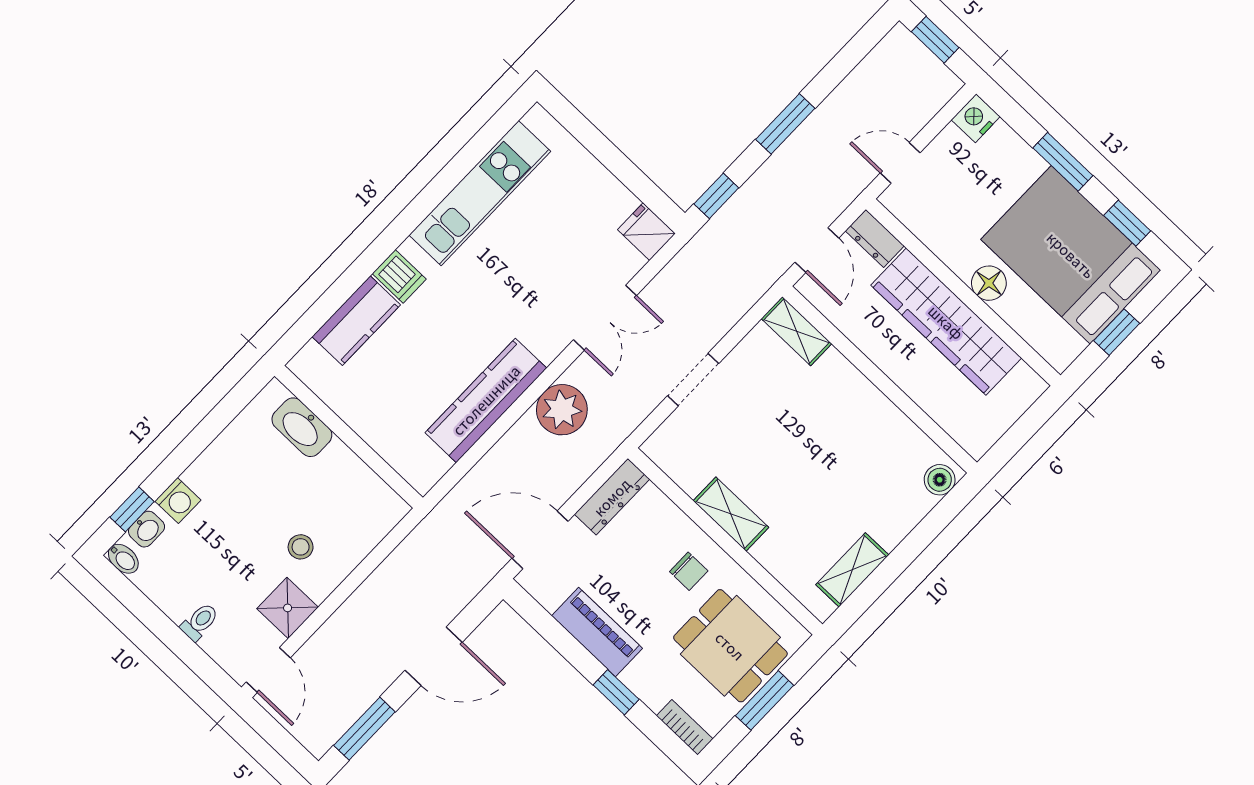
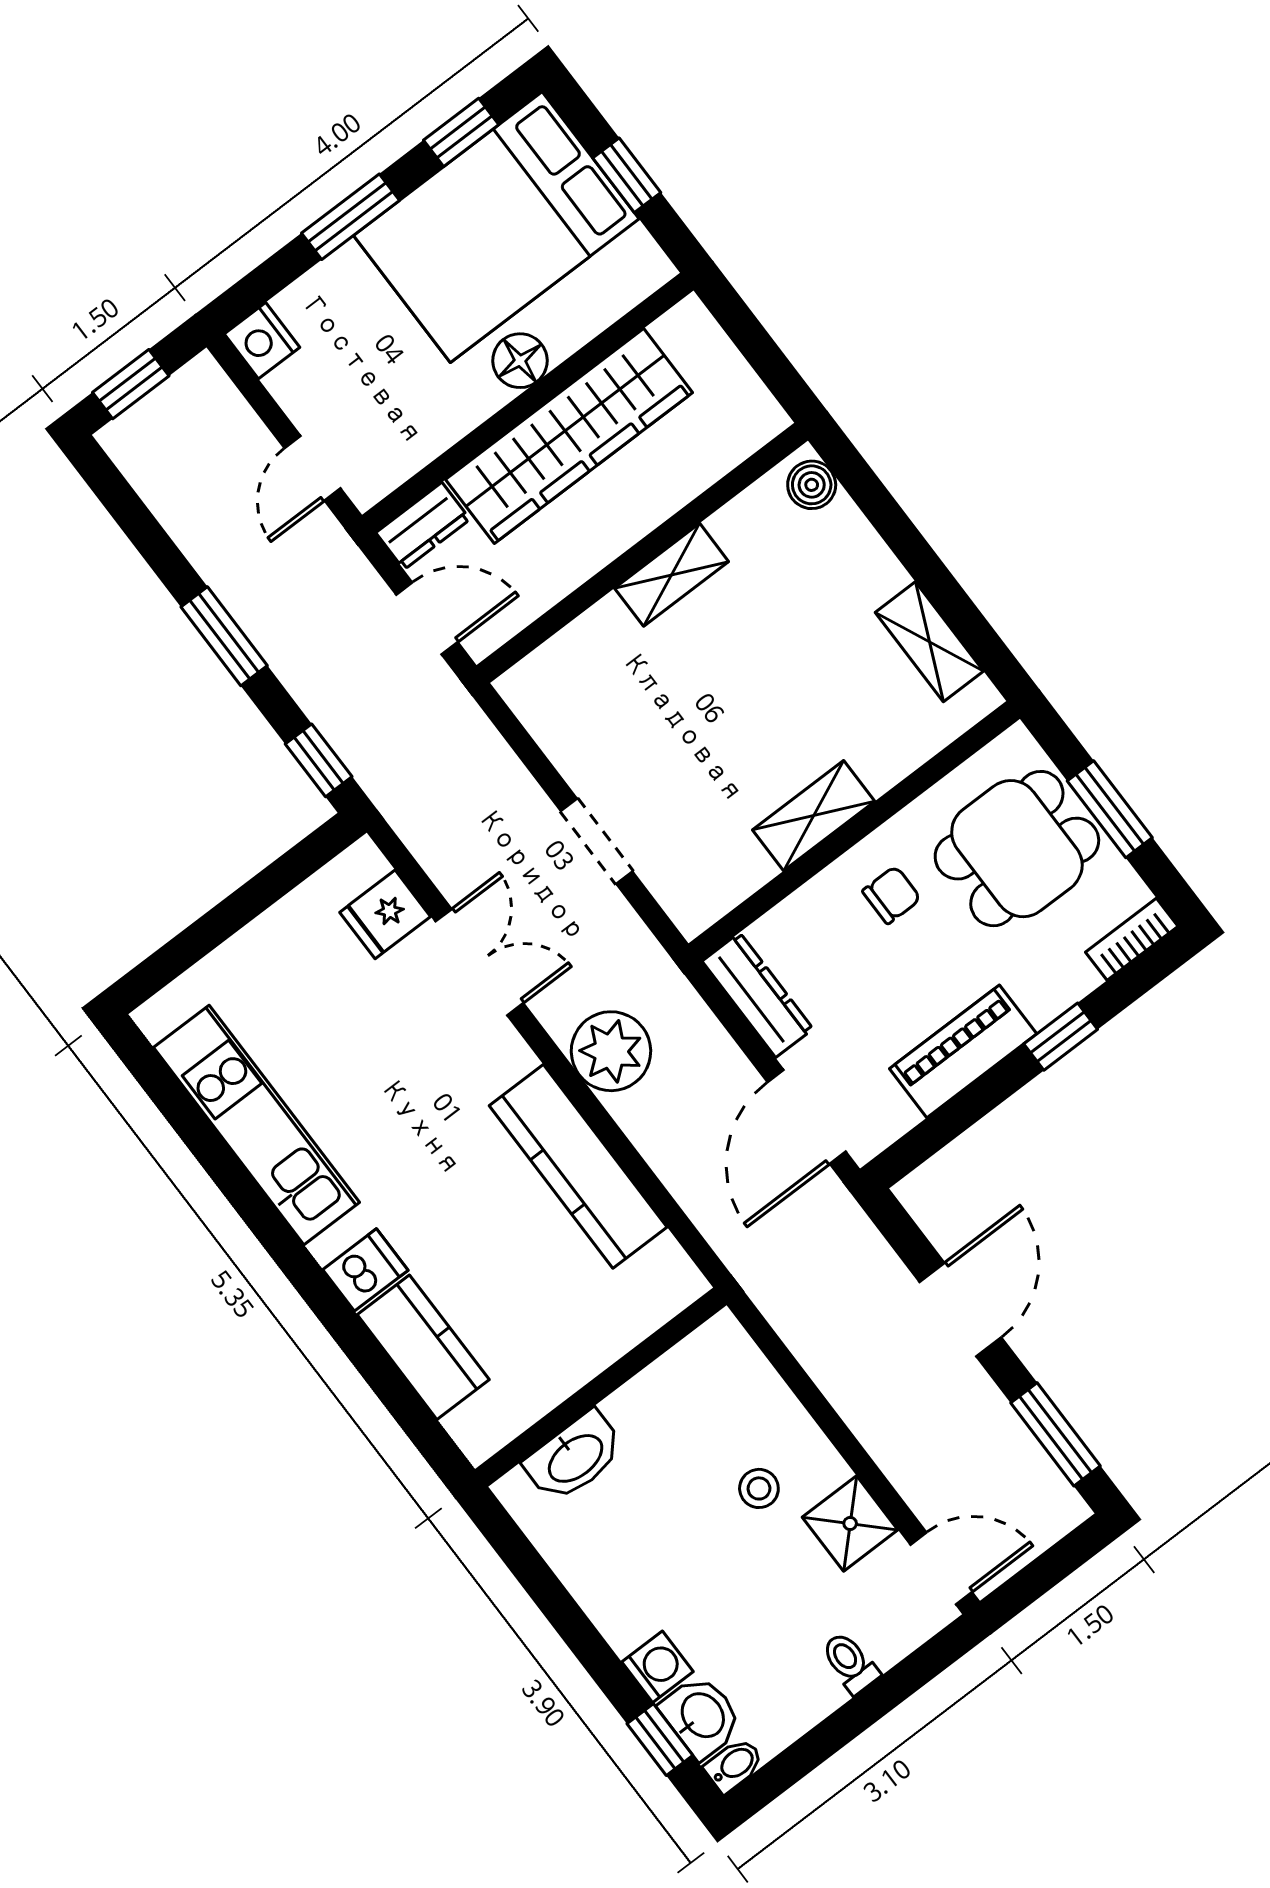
fridge: (646, 232) -> (385, 914), moved
shelving: (797, 331) -> (672, 575), moved
washbasin: (147, 529) -> (701, 1716), width x1.38, depth x1.45

